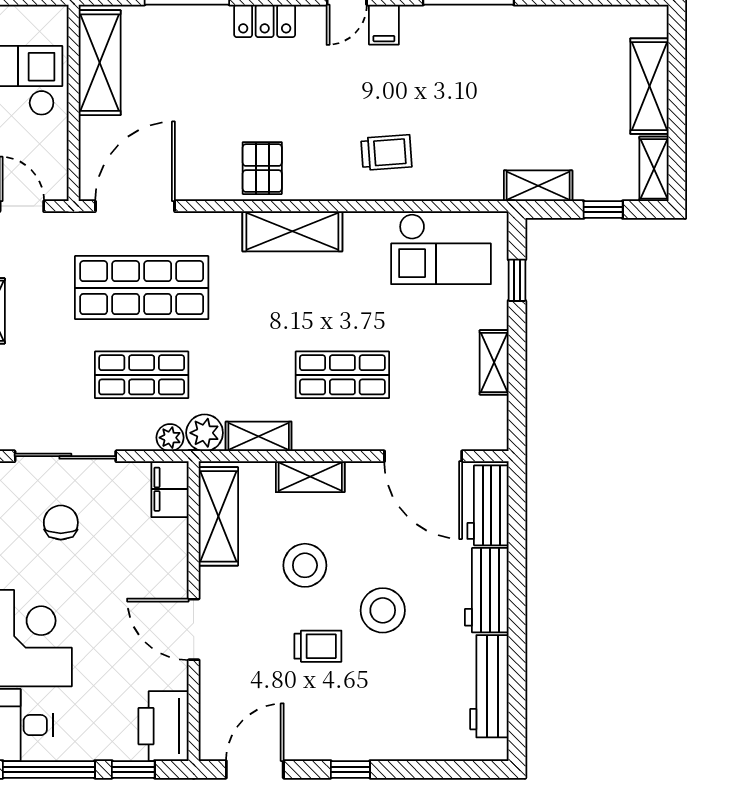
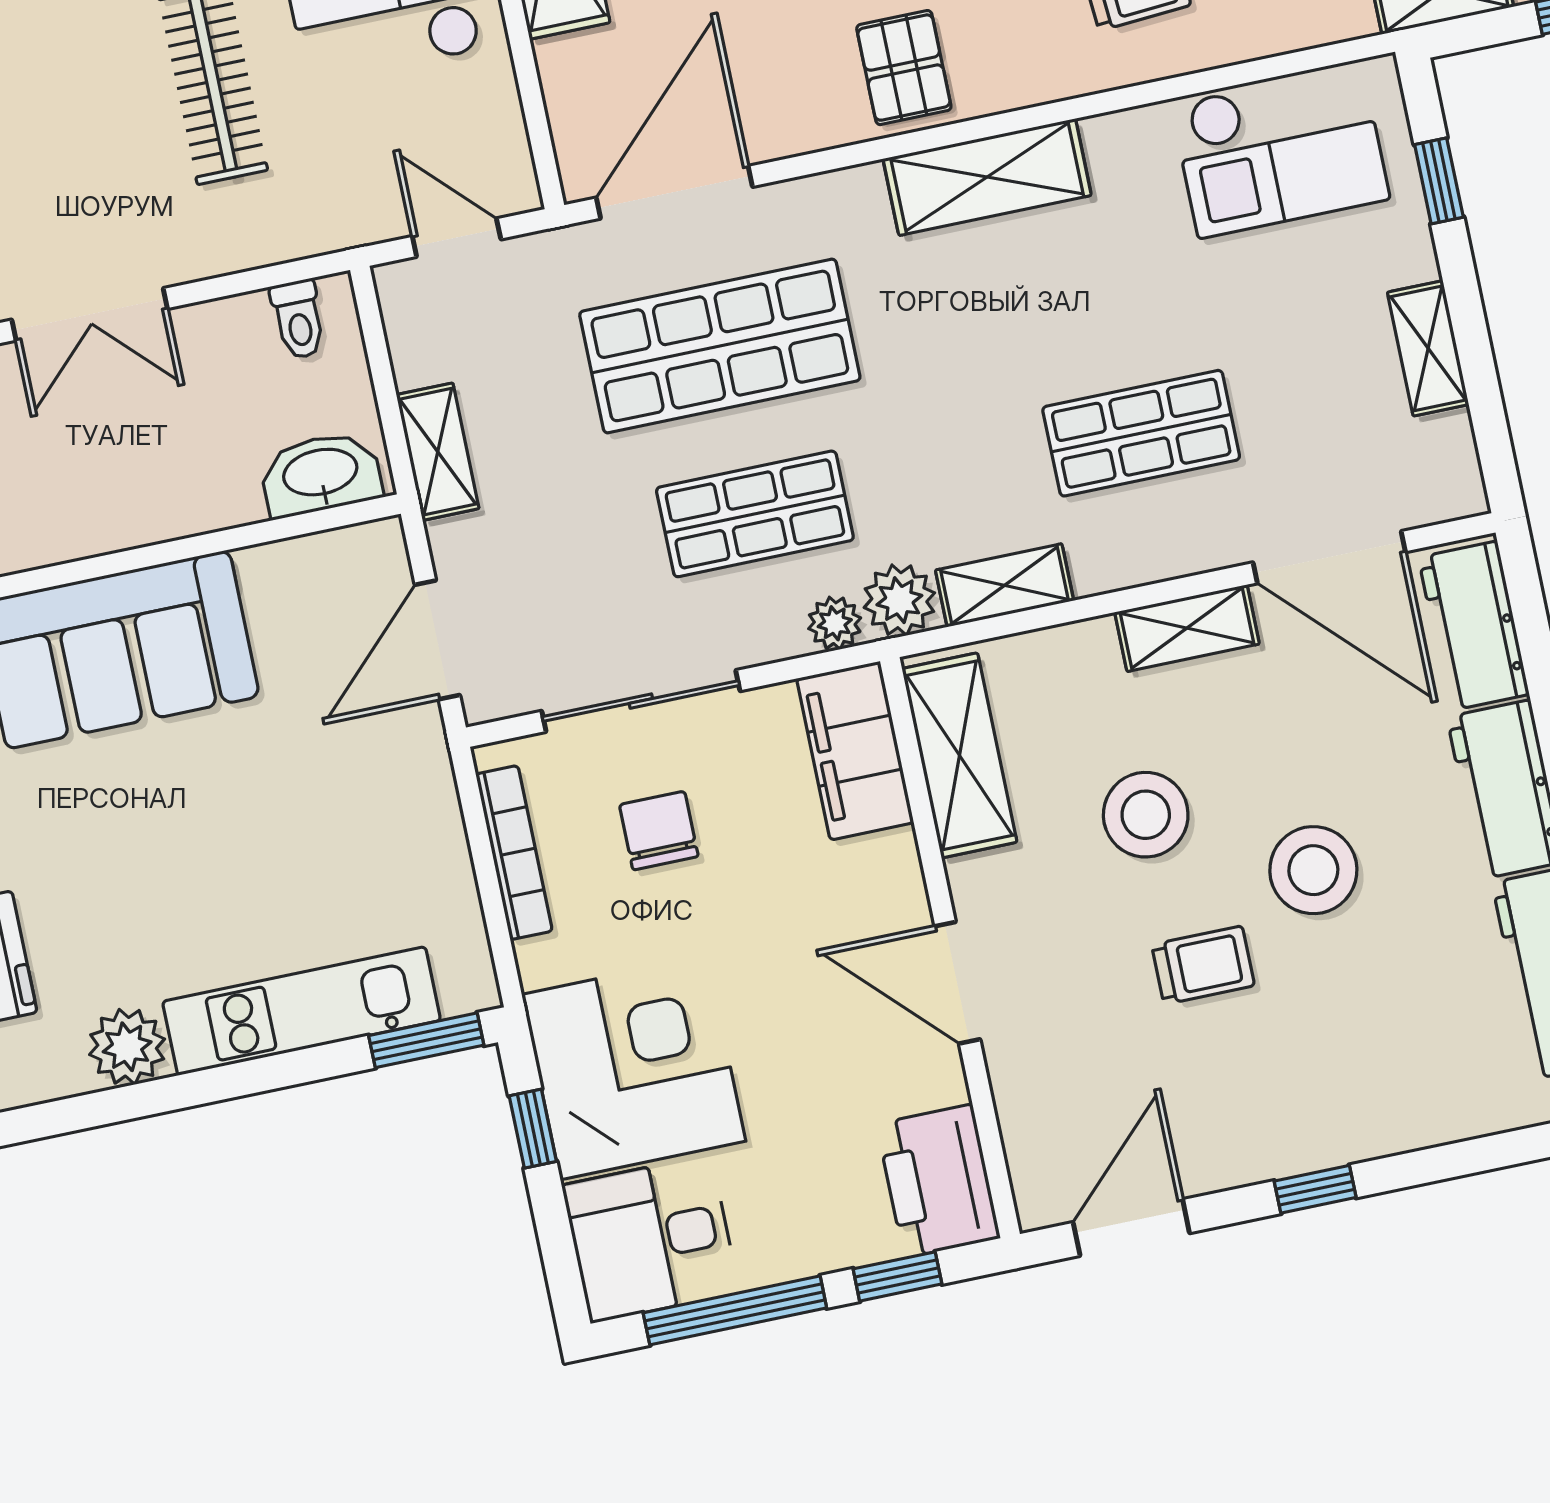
shelving: (310, 477) -> (1187, 628), moved
filing cabinet: (170, 489) -> (855, 751), width x1.50, depth x1.17

